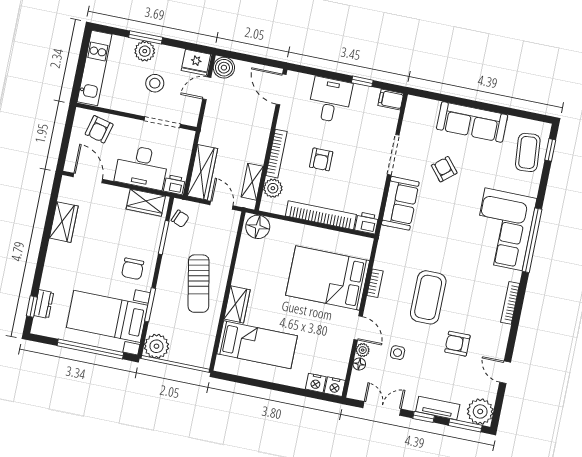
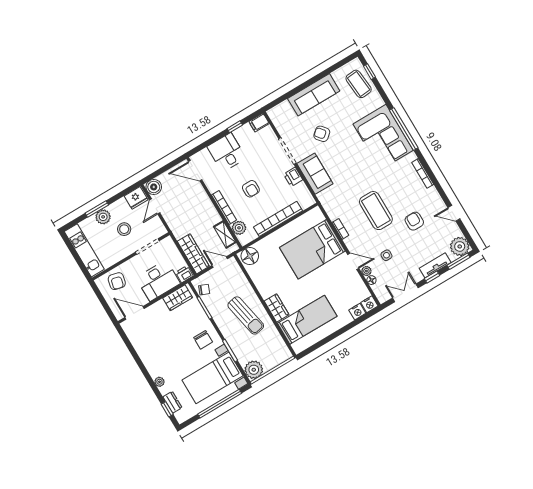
wardrobe: (64, 222) -> (143, 348), removed
printer: (367, 223) -> (293, 177), moved, turned -90
plant: (49, 271) -> (159, 382), added
armchair: (457, 344) -> (414, 221), turned 90

